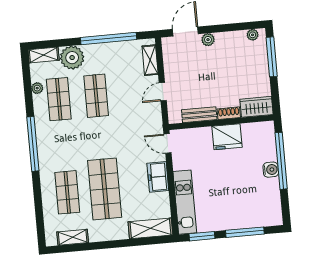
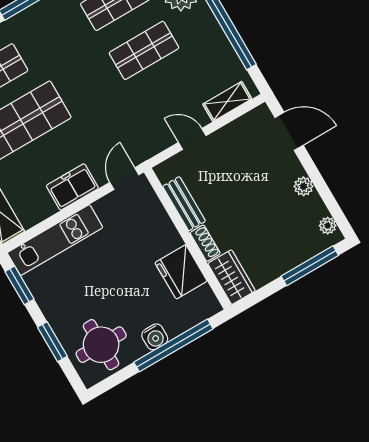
plant: (208, 40) -> (303, 186), moved
fridge: (227, 137) -> (181, 272), moved
round table: (260, 204) -> (101, 345), added
window: (245, 232) -> (52, 342), width x0.69

